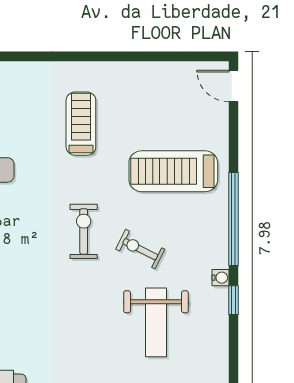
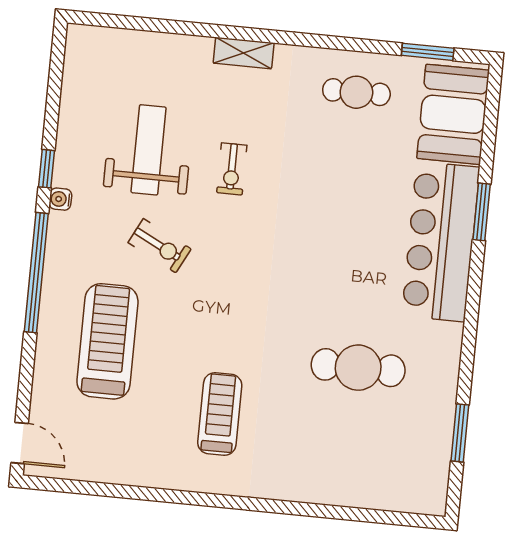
treadmill: (81, 124) -> (220, 414), turned 180
treadmill: (173, 171) -> (107, 341), turned -90
exercise bike: (84, 231) -> (232, 169), moved, width x0.73, depth x0.72

